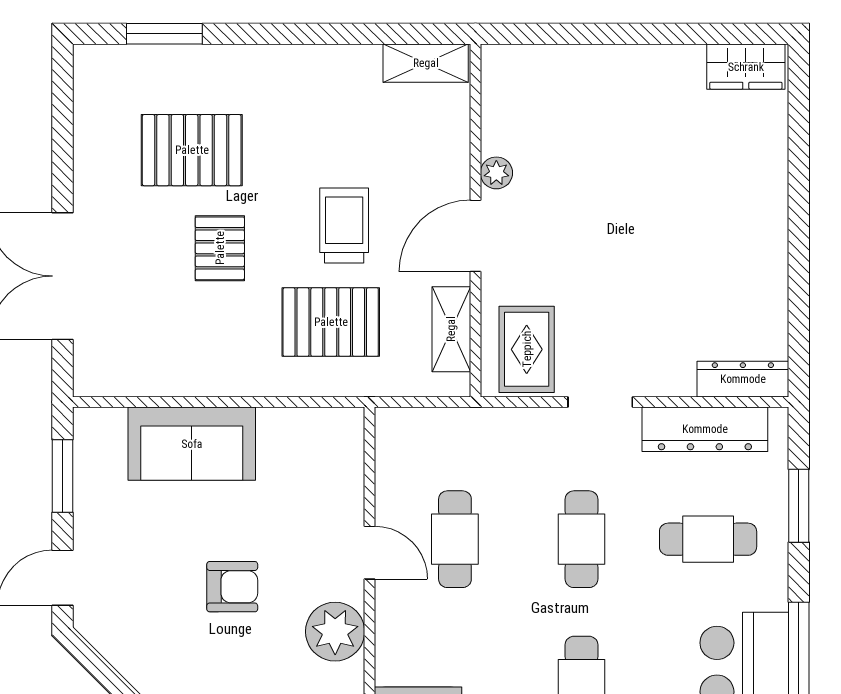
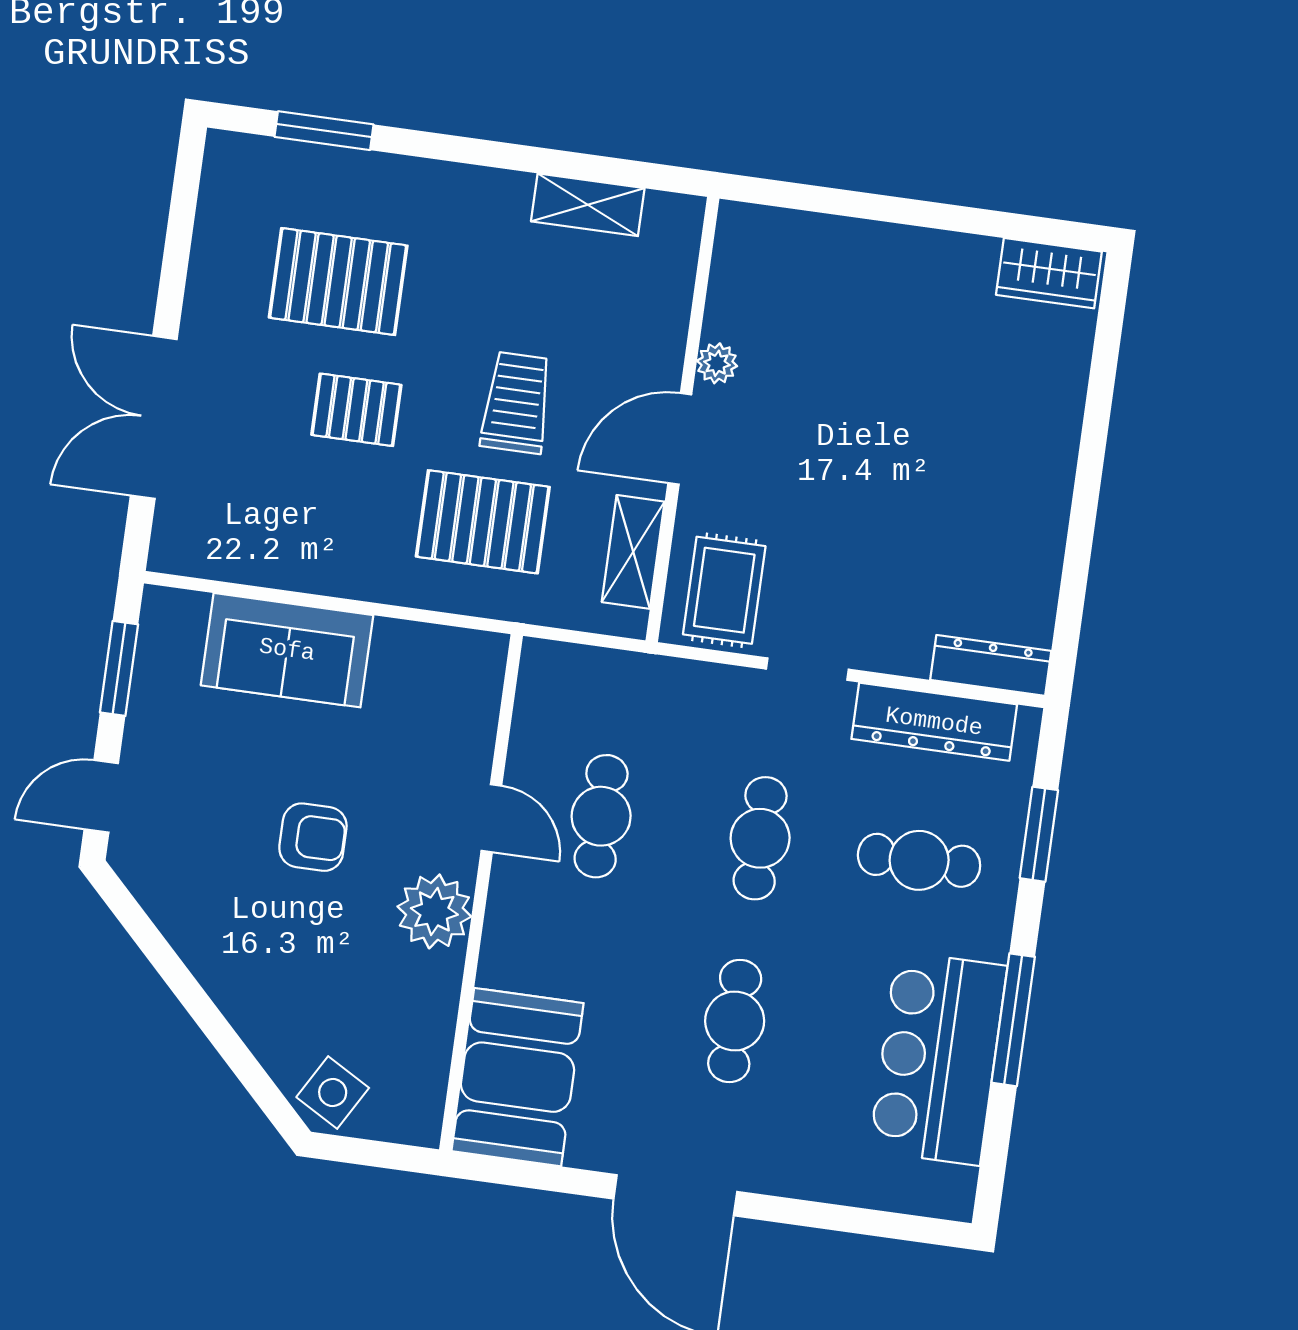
shelving: (426, 63) -> (588, 205), moved
pallet: (220, 248) -> (356, 410), turned 90

